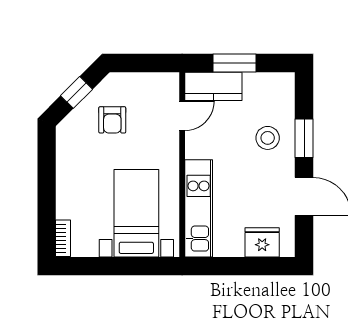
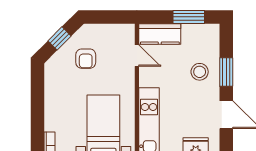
window: (235, 63) -> (189, 17), moved
door: (182, 116) -> (137, 56), hinge flipped

